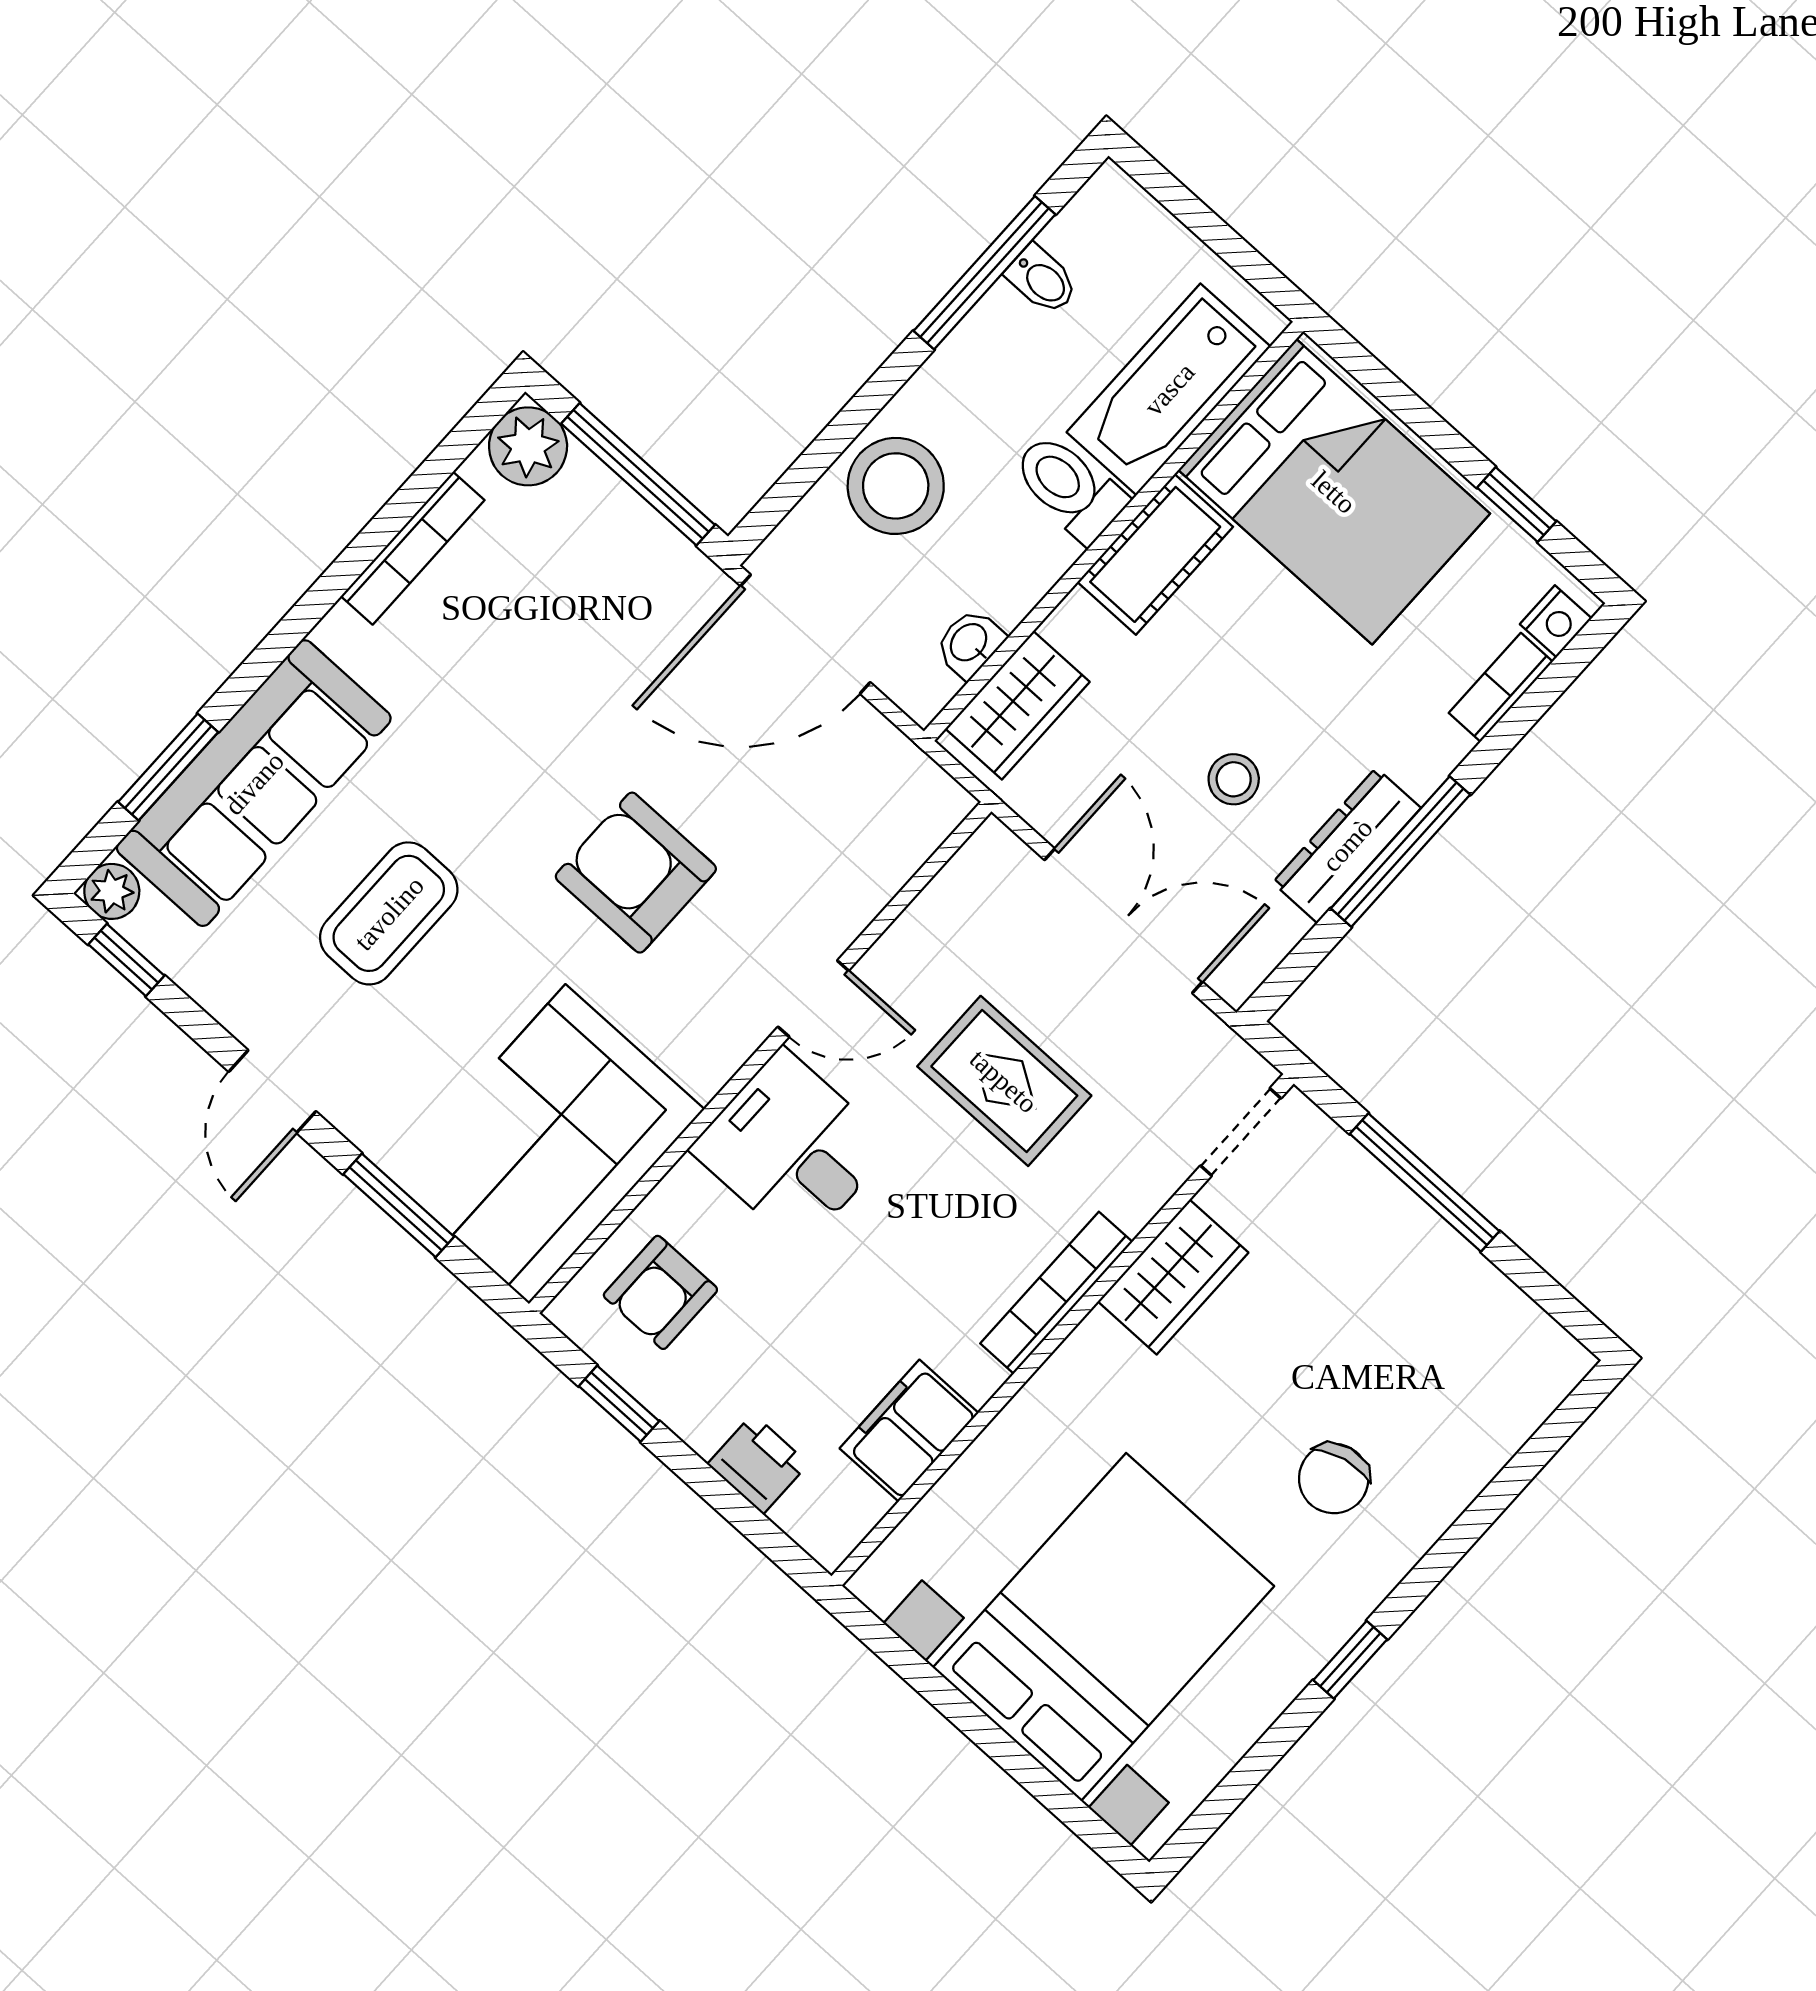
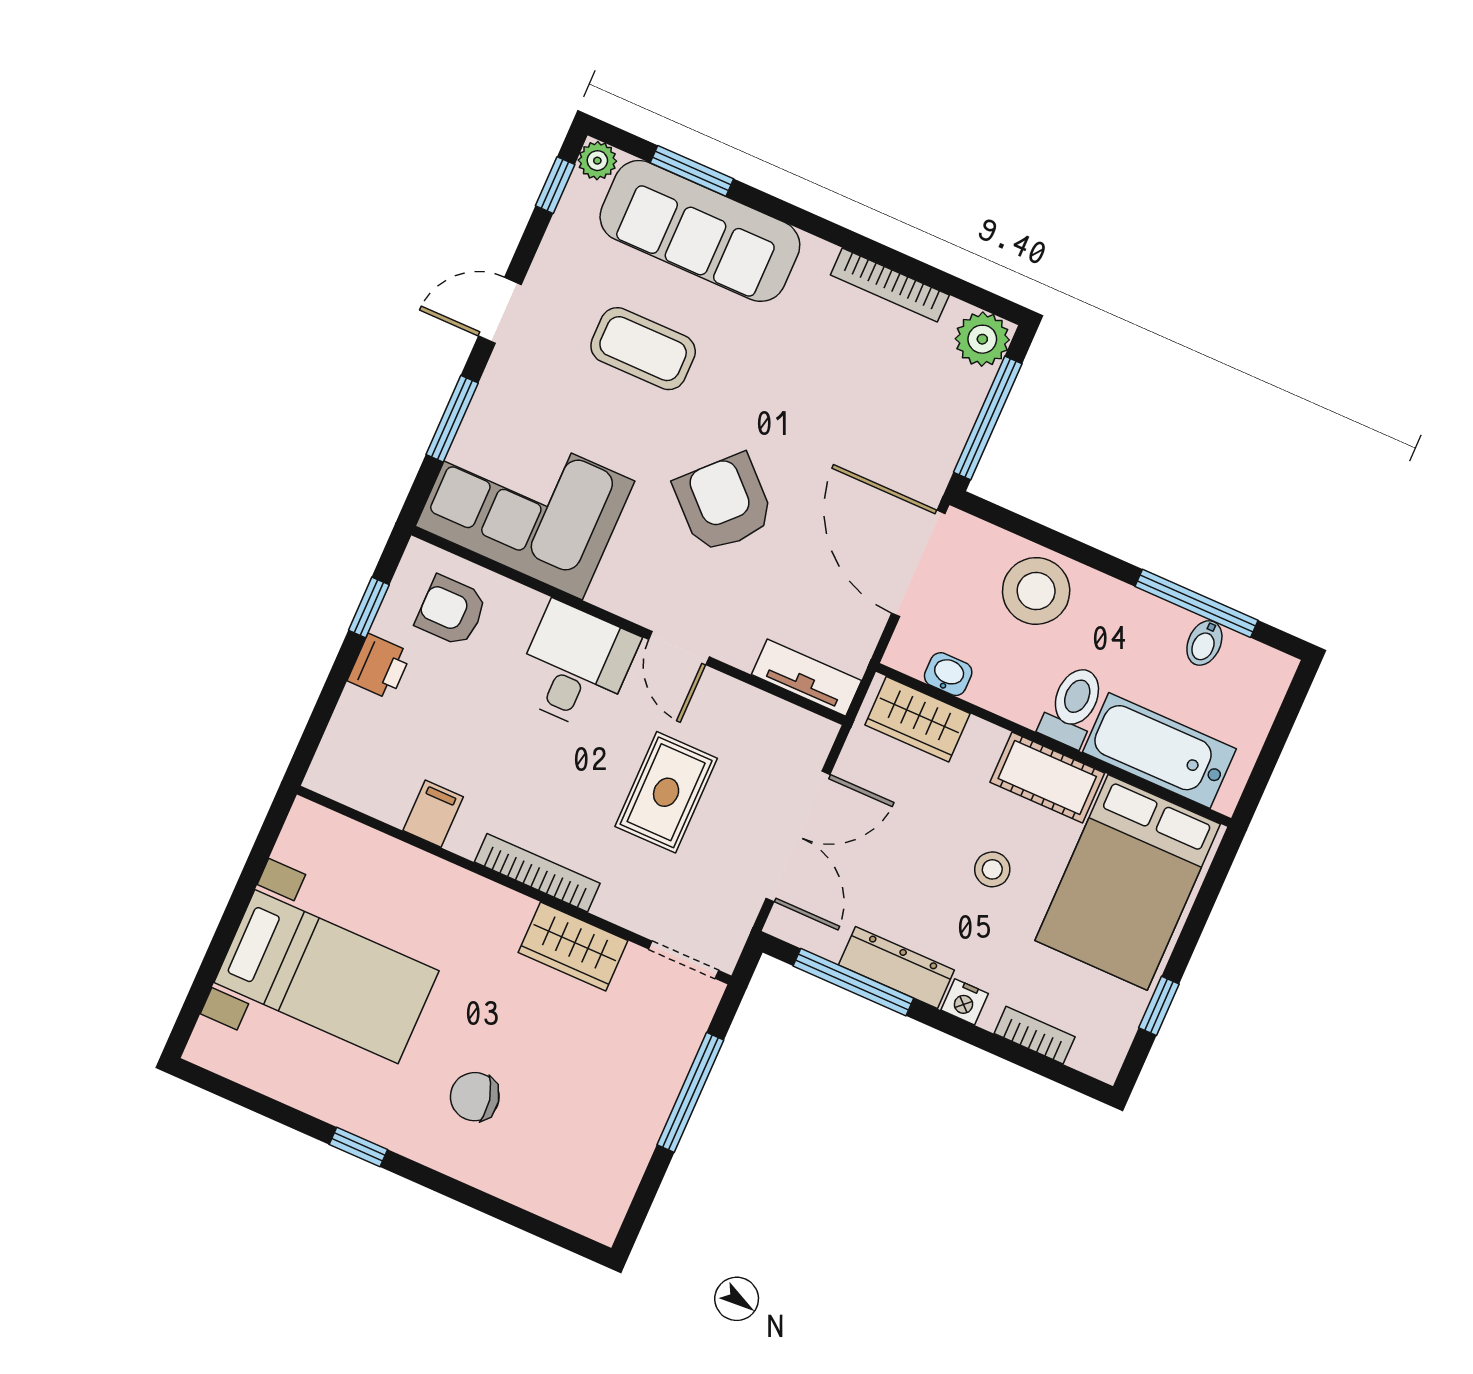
nightstand: (1556, 621) -> (965, 1002), moved
stool: (1234, 779) -> (992, 869), moved
tv unit: (911, 838) -> (807, 678), added
window: (1401, 852) -> (853, 982), moved
armchair: (636, 873) -> (724, 503), turned -46
filing cabinet: (909, 1431) -> (433, 814), width x0.50
printer: (758, 1464) -> (379, 667), moved
bed with nightstands: (1104, 1627) -> (326, 977), width x0.73

